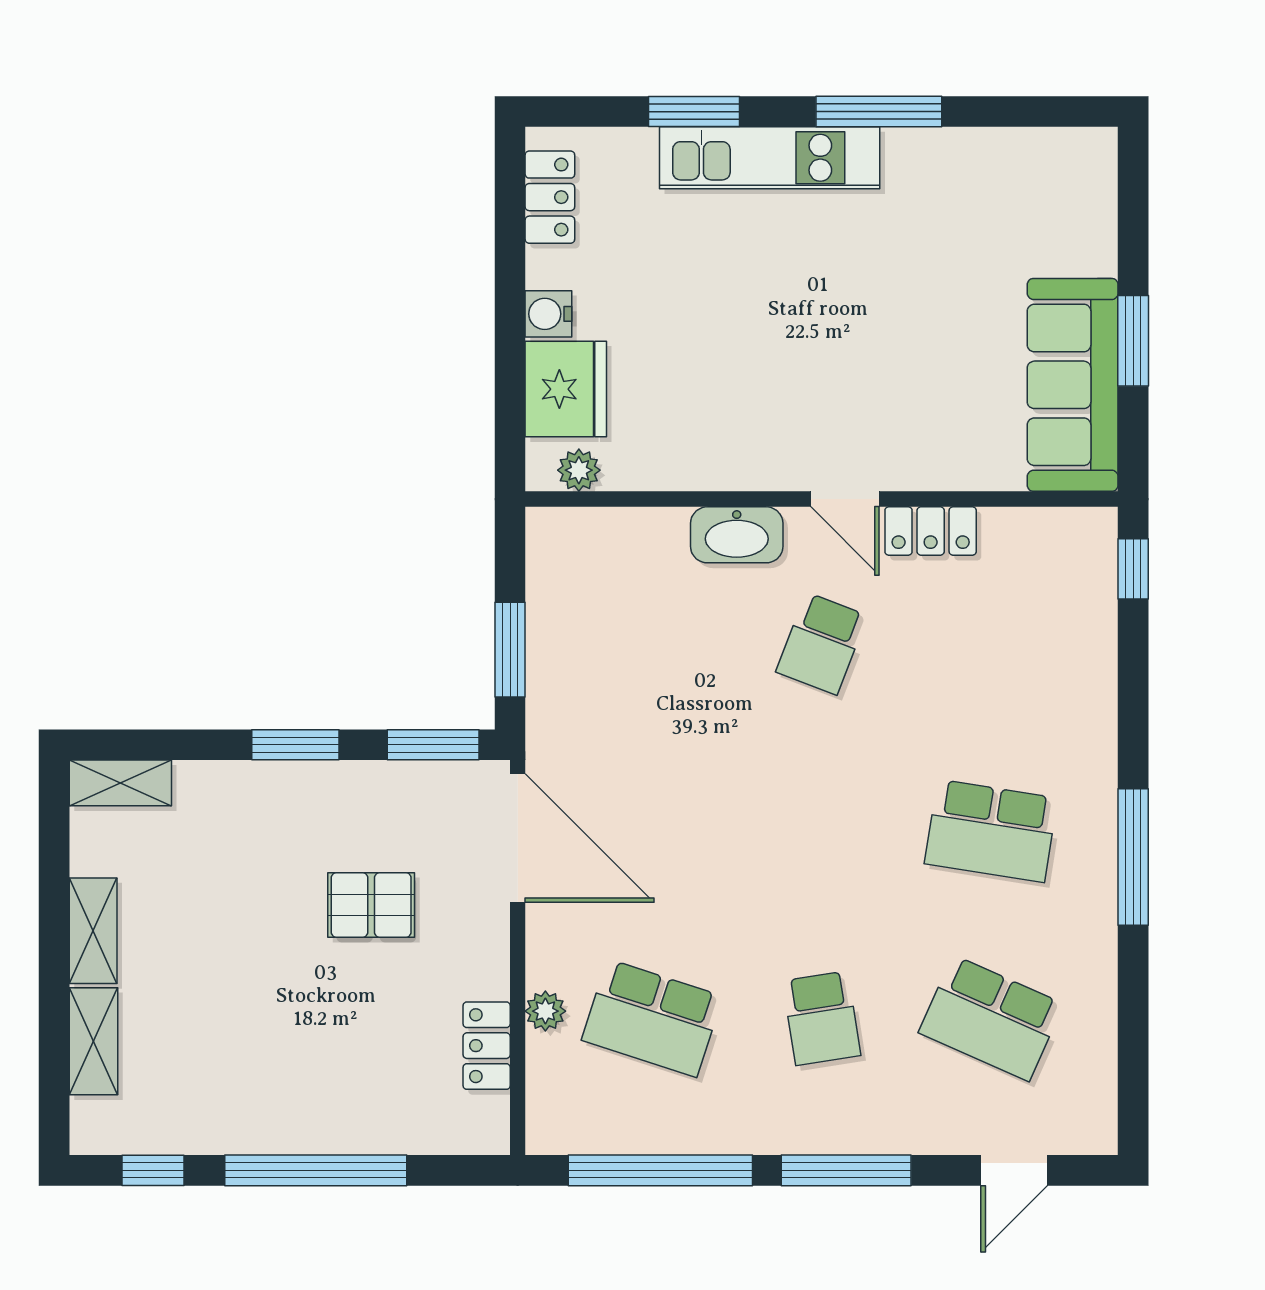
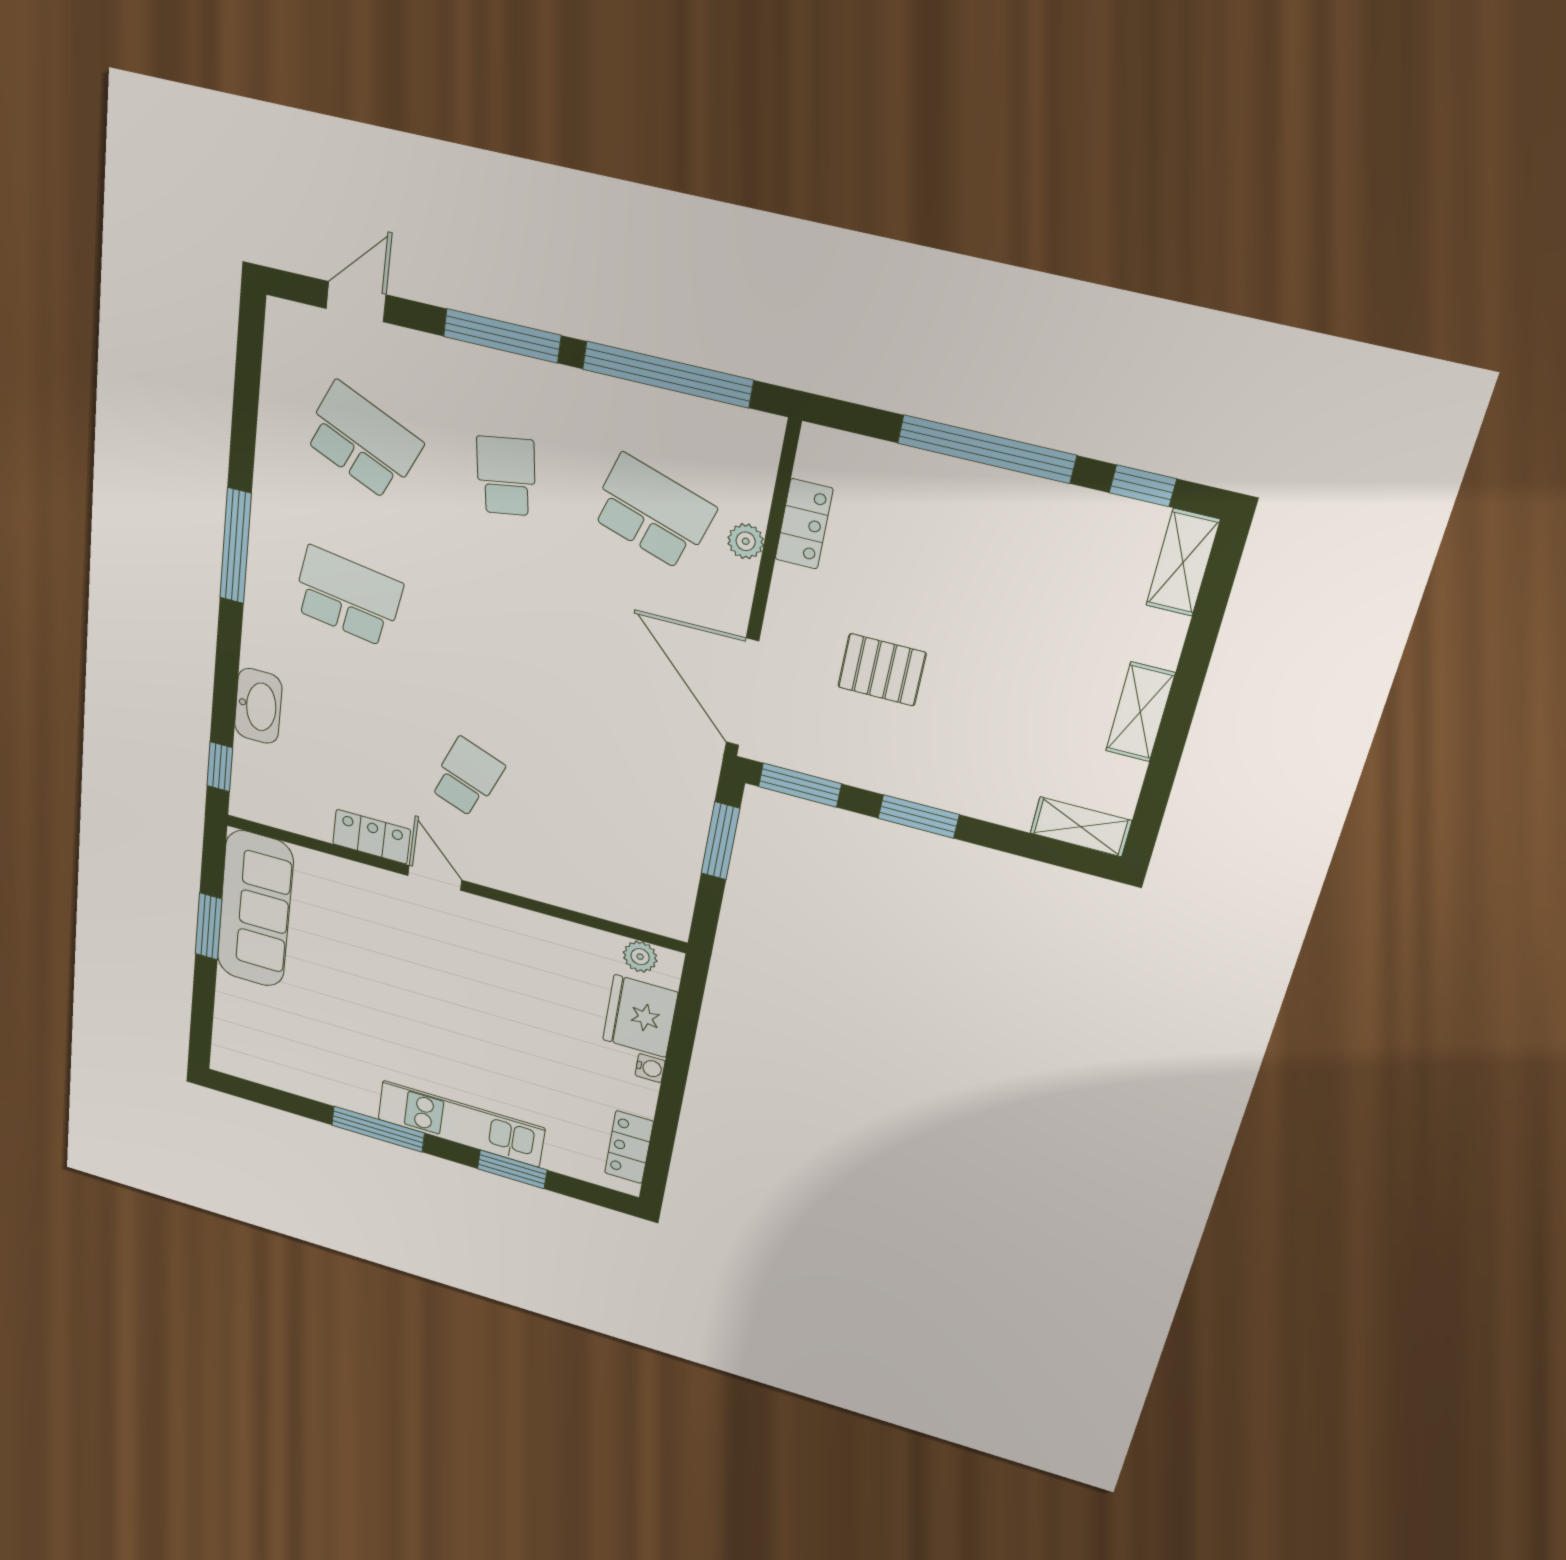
water cooler: (548, 314) -> (650, 1068), width x0.72, depth x0.72
washbasin: (737, 535) -> (258, 706), moved, turned 90
shelving: (93, 1041) -> (1183, 563), moved

